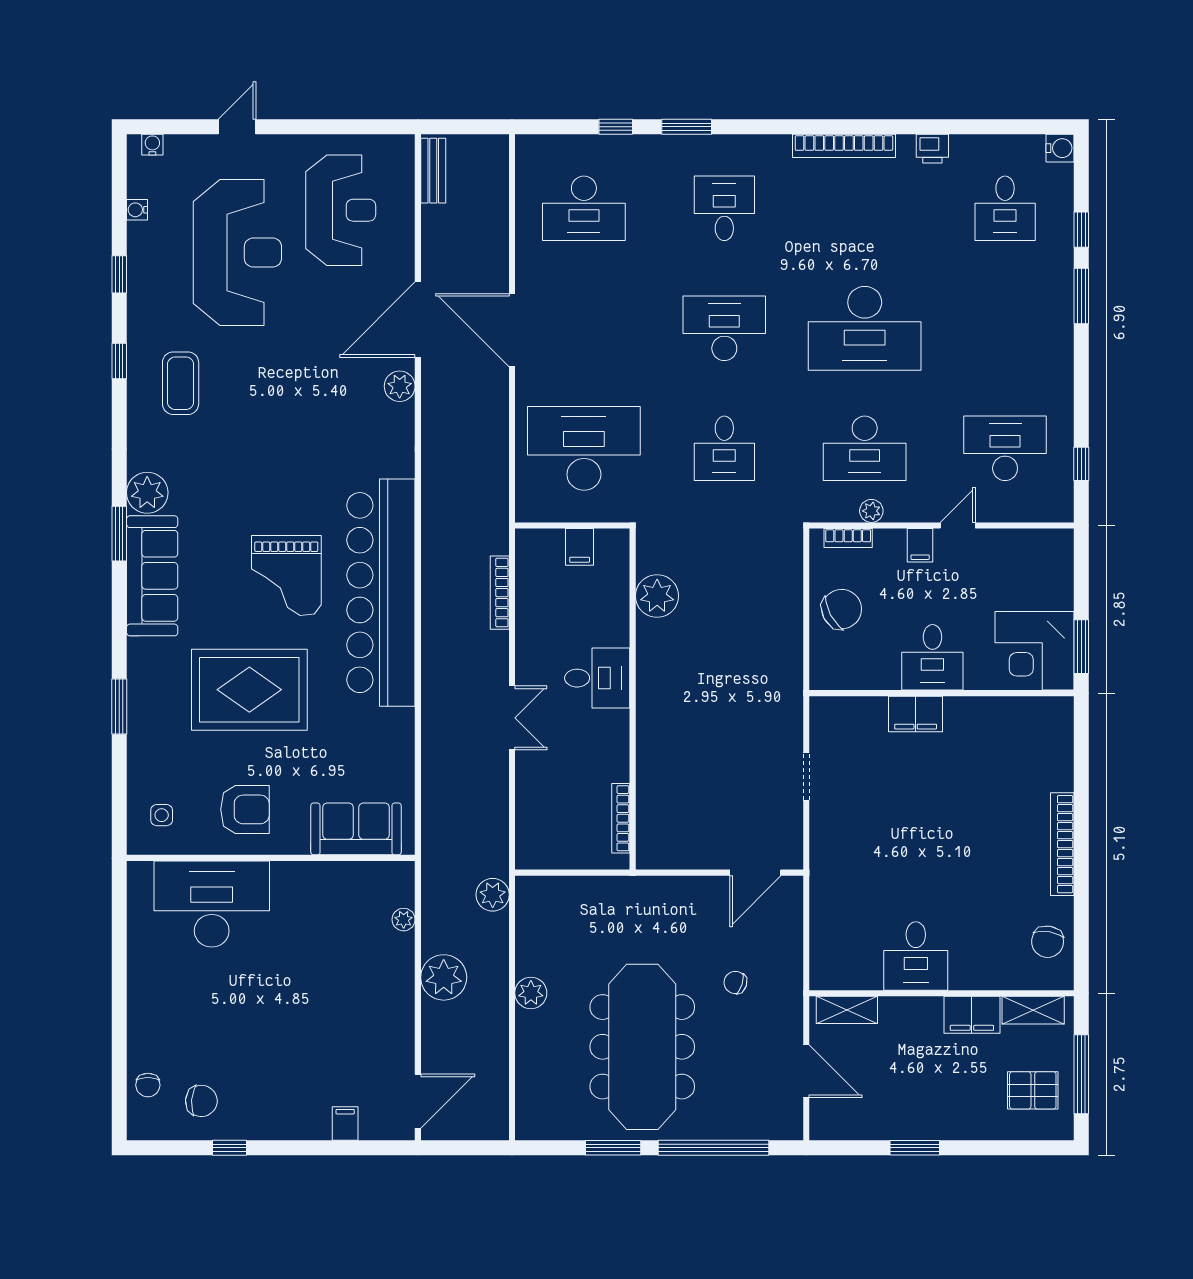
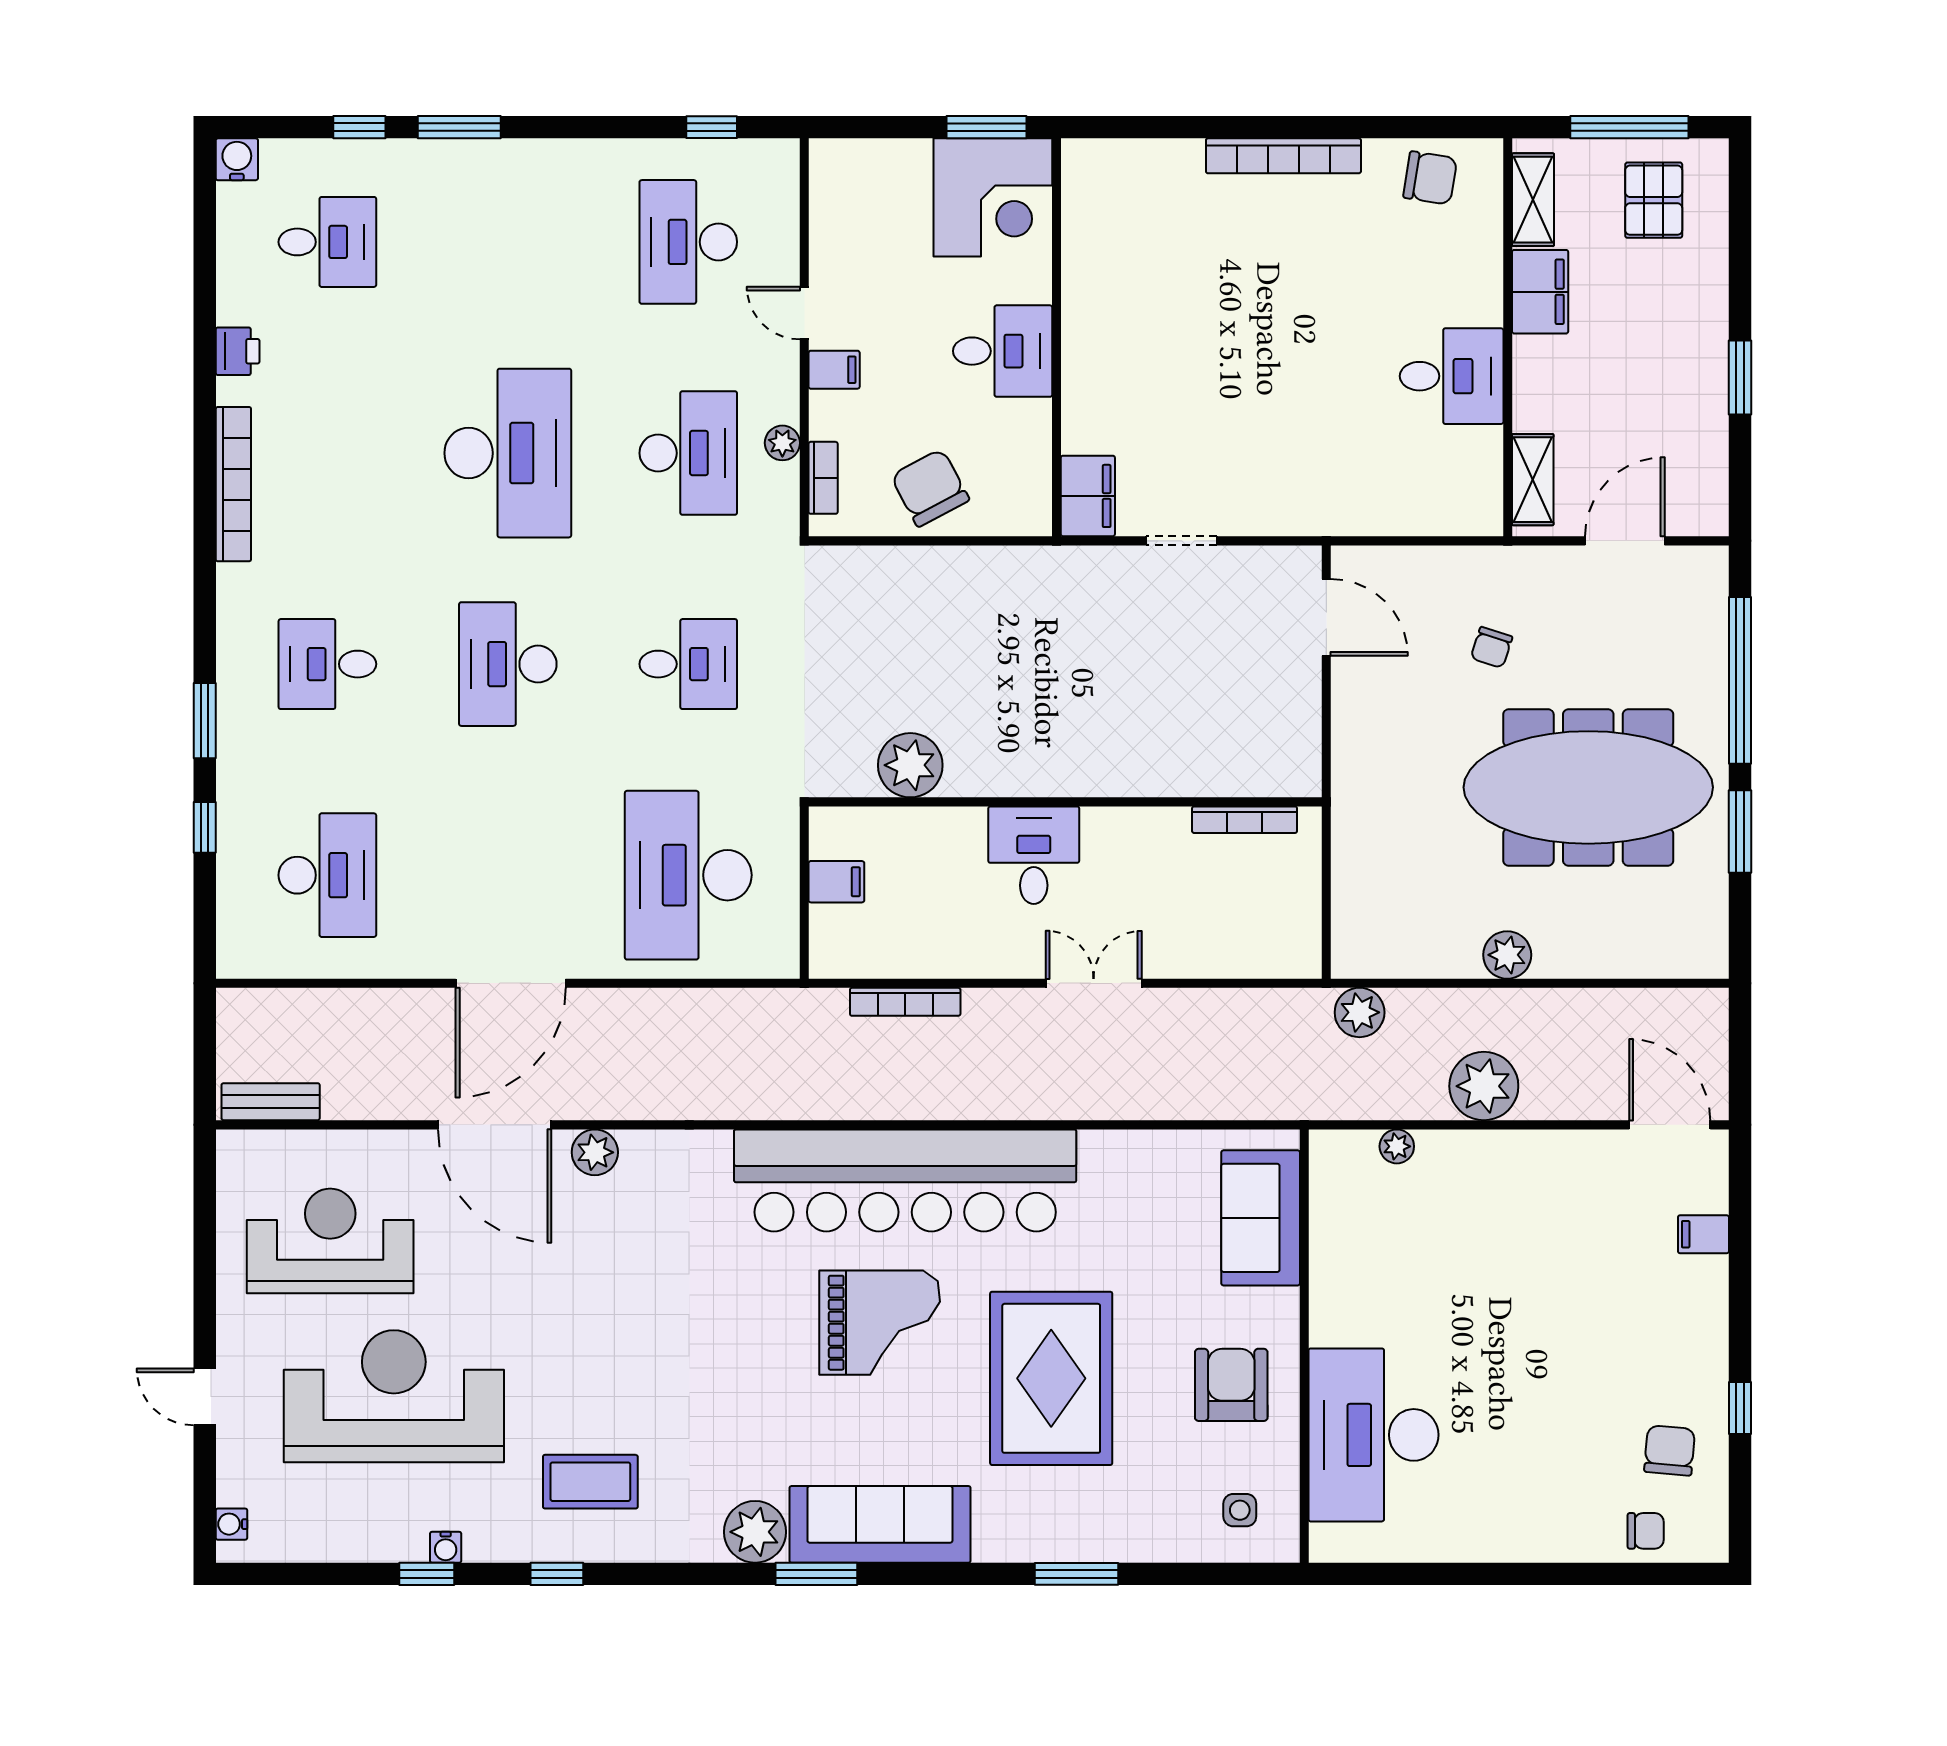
water cooler: (137, 210) -> (446, 1547), moved
filing cabinet: (916, 714) -> (1088, 496), moved

